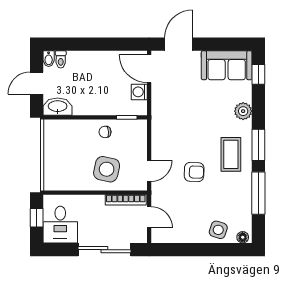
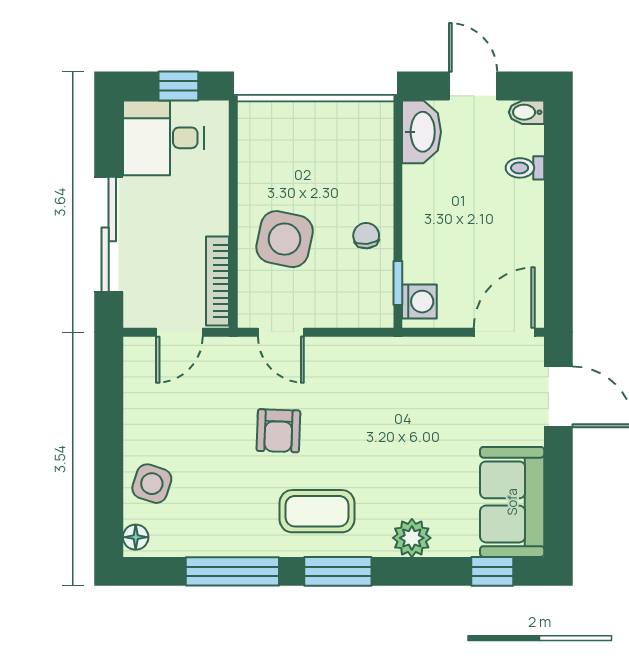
toilet: (61, 59) -> (525, 168), moved
washing machine: (139, 92) -> (419, 302), moved, turned 90

